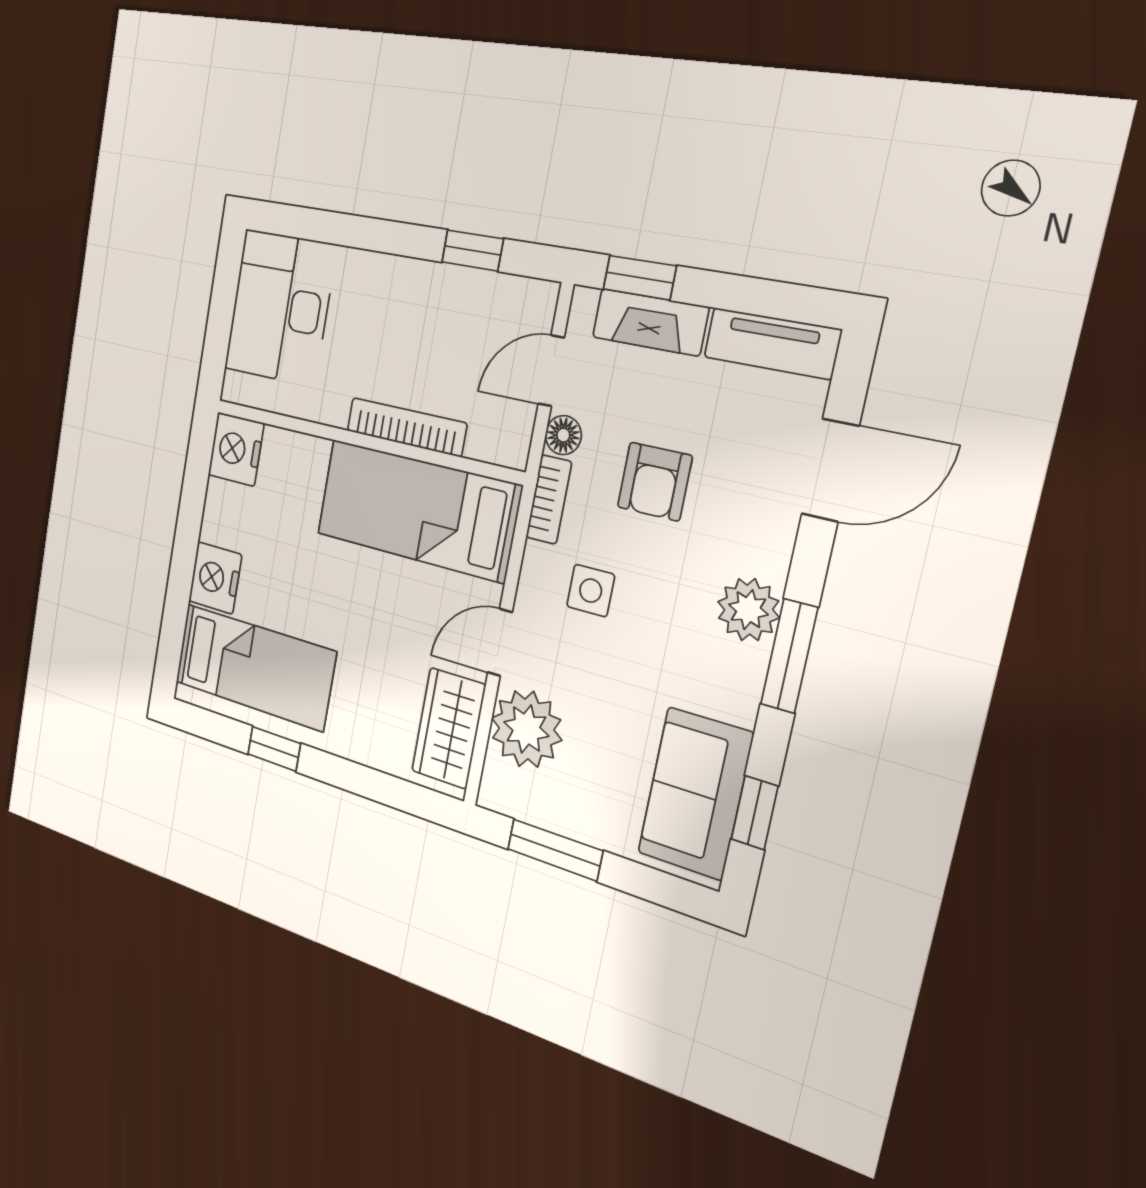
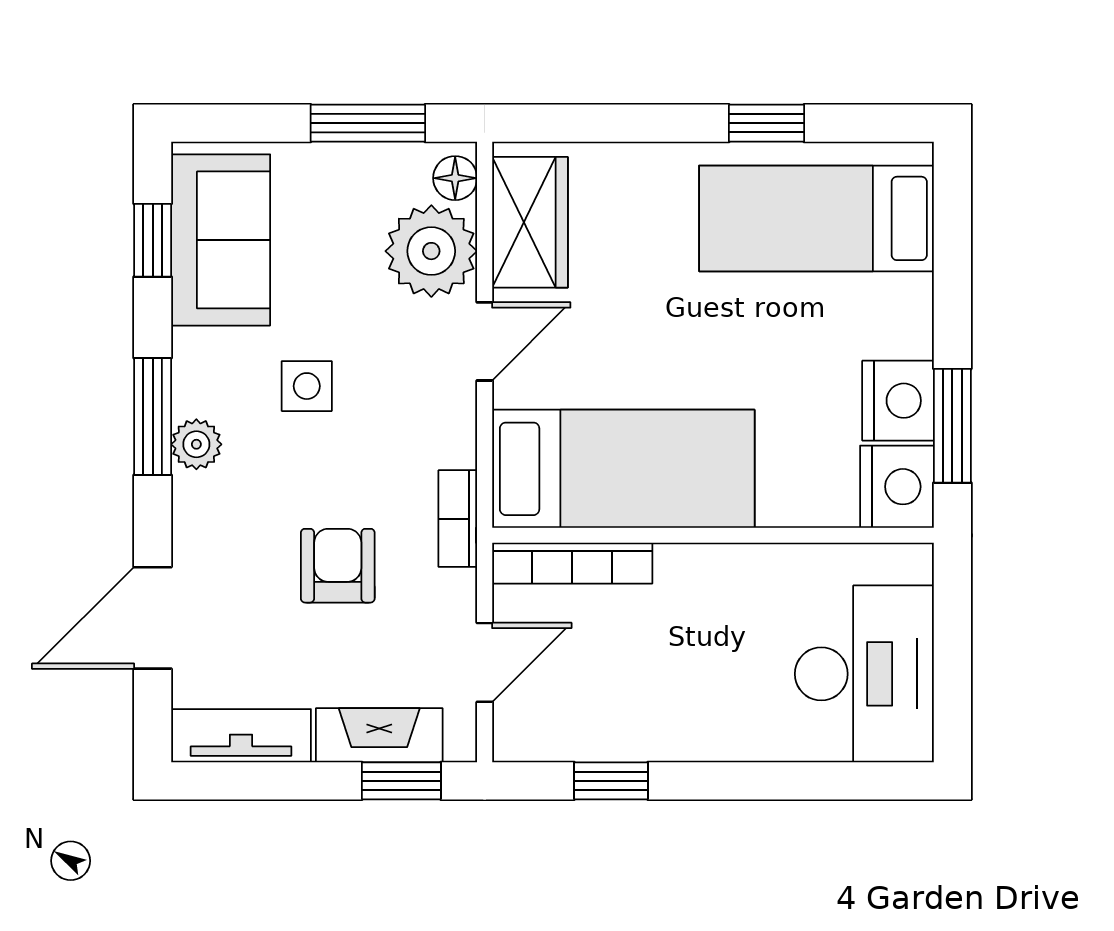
bookcase: (406, 427) -> (572, 563), moved
floor lamp: (563, 435) -> (455, 178), moved
window: (195, 486) -> (952, 426), added
nightstand: (215, 578) -> (898, 401), moved
side table: (591, 591) -> (307, 386), moved
plant: (748, 610) -> (196, 444), width x0.73, depth x0.73

